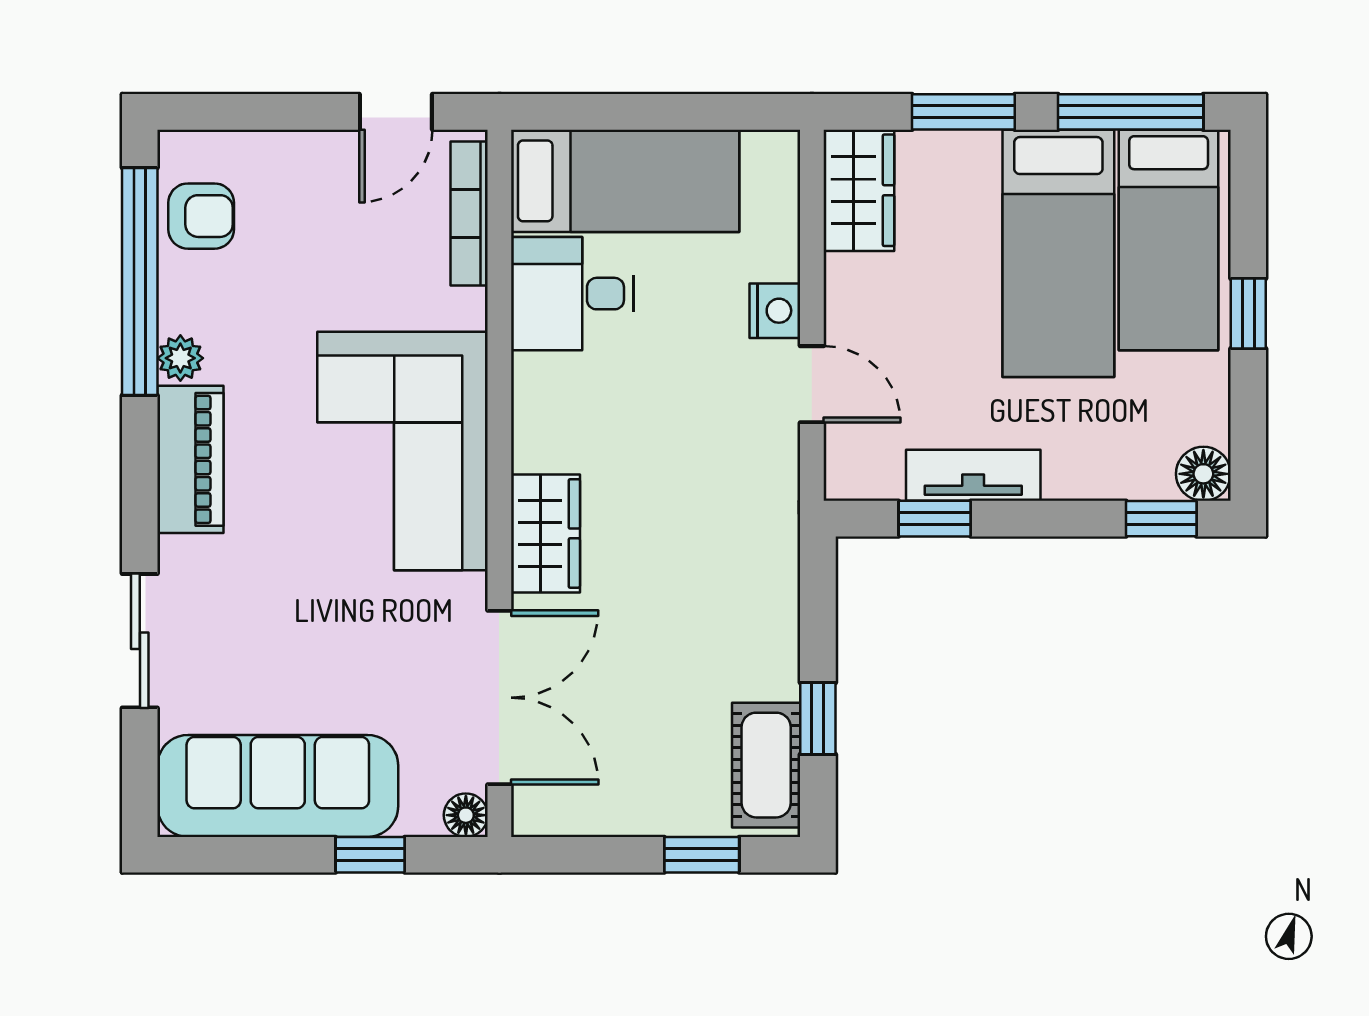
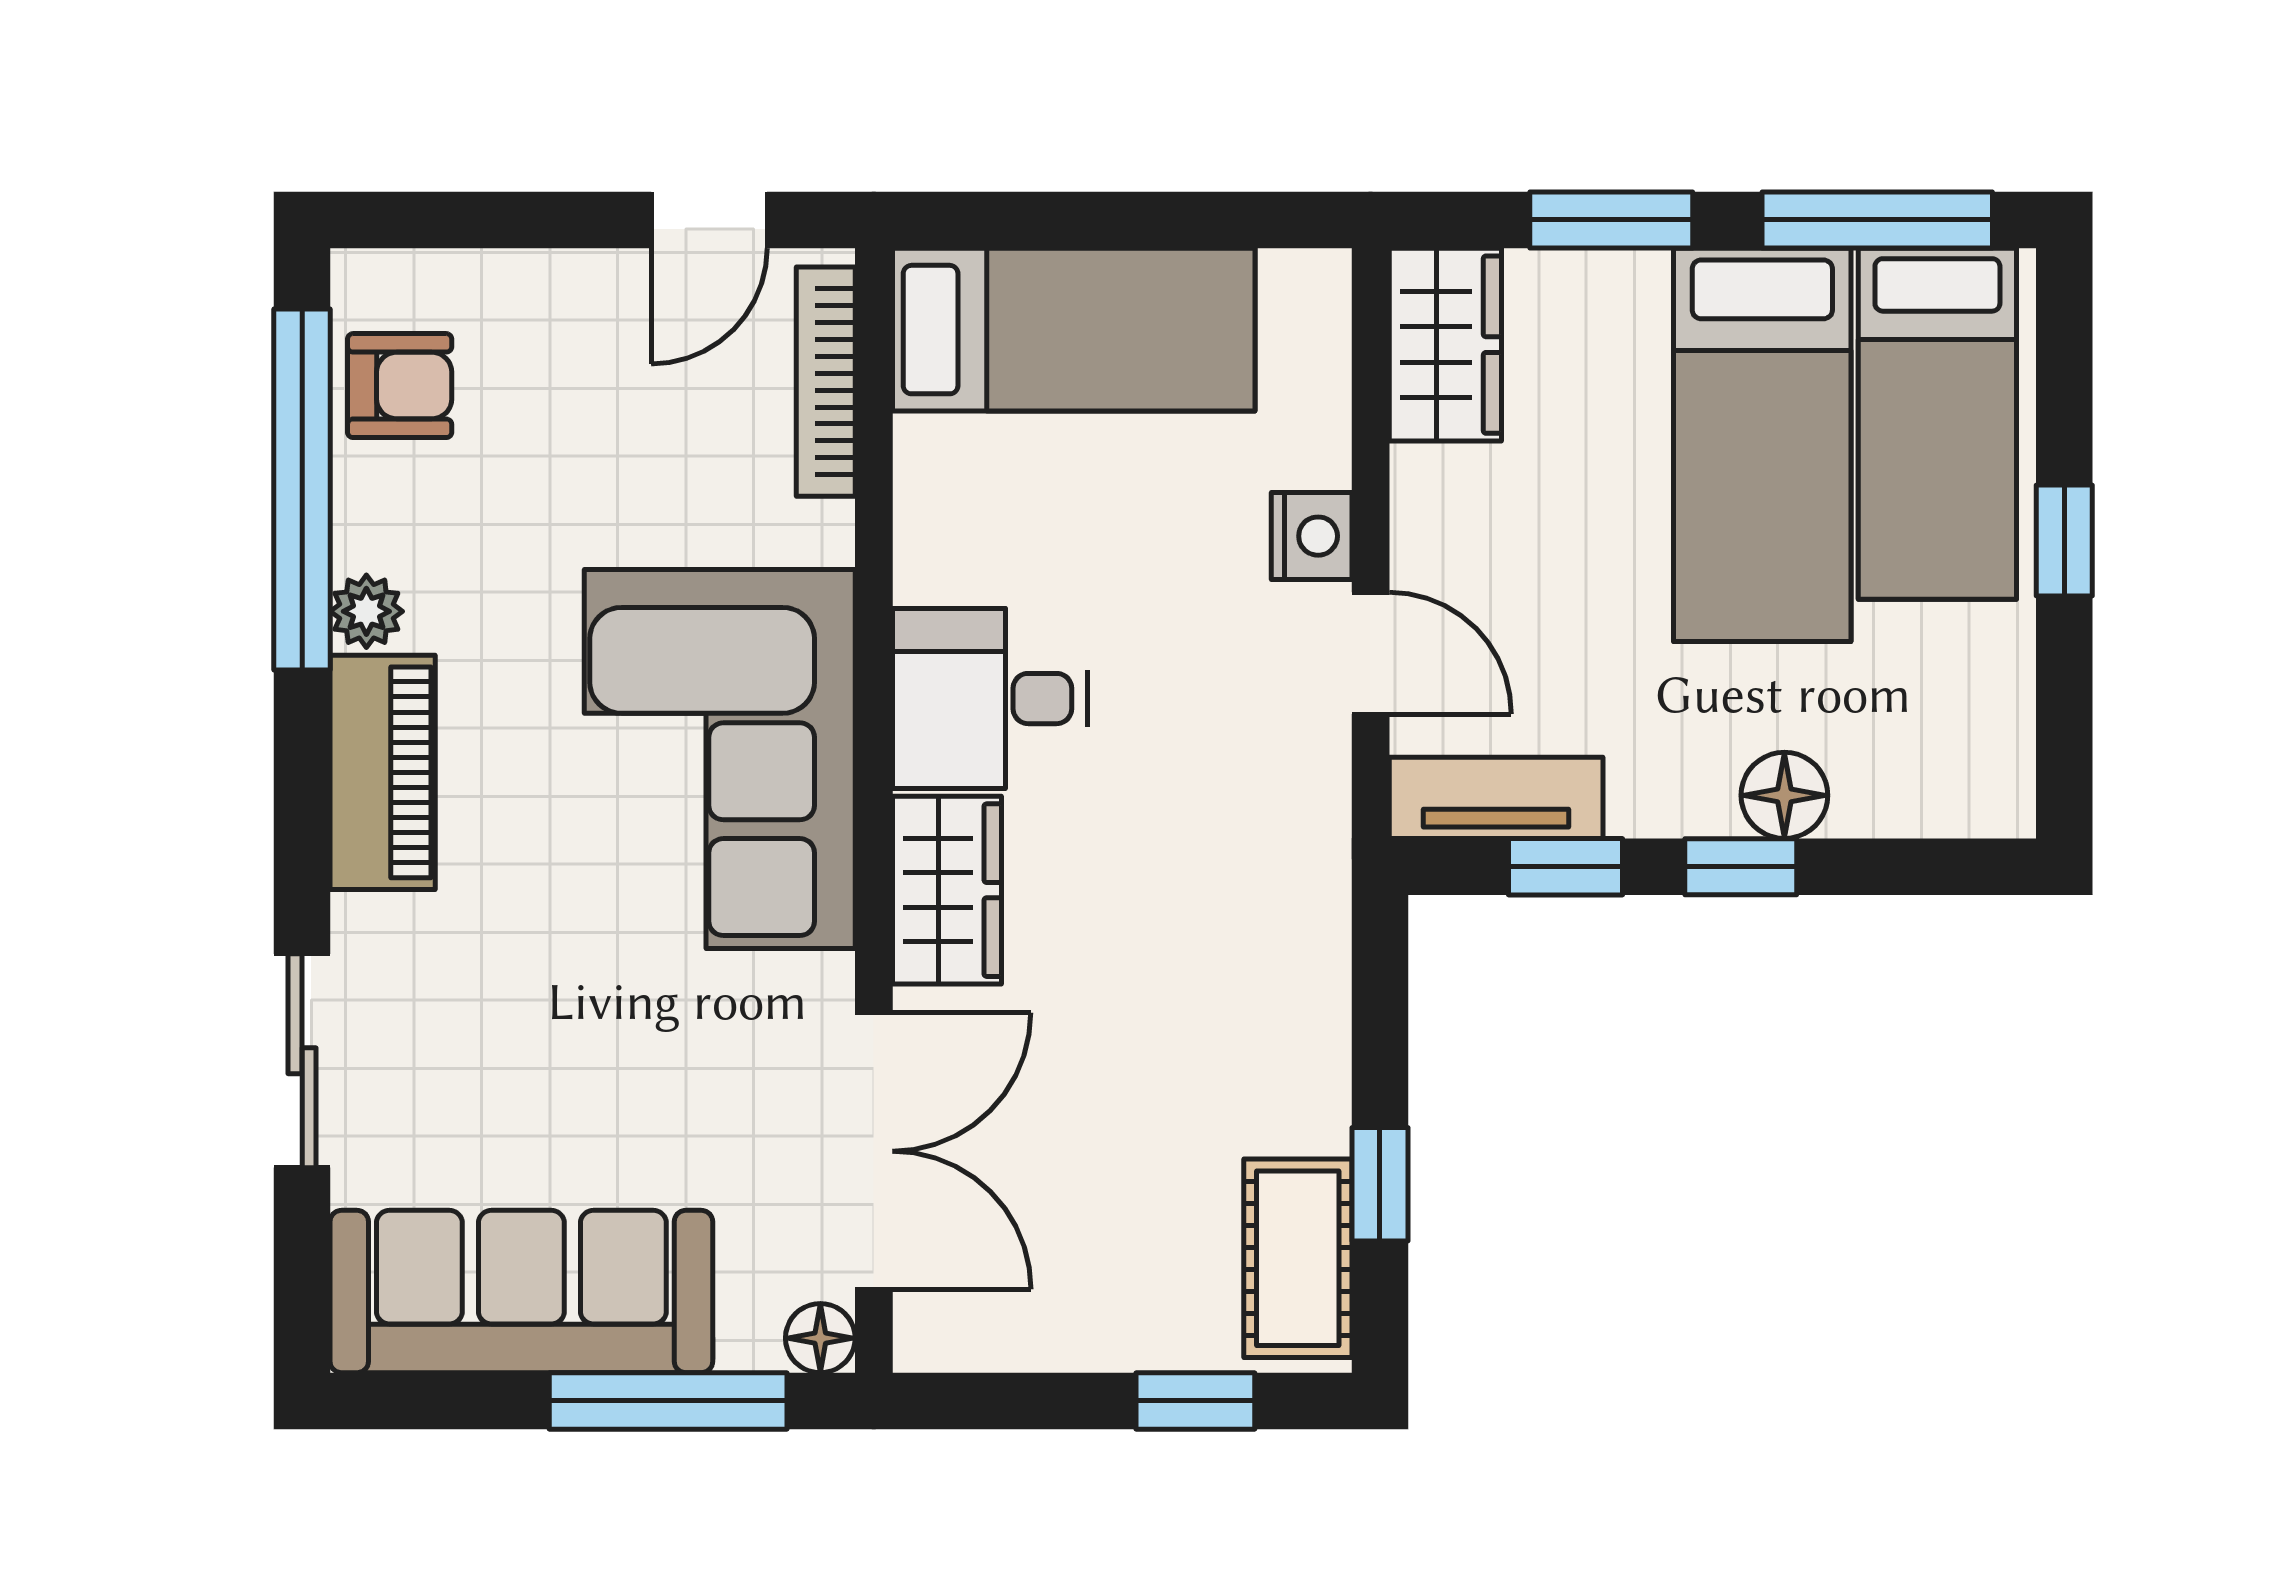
desk: (572, 294) -> (990, 699), moved
floor lamp: (1203, 474) -> (1784, 795), moved
tv unit: (973, 475) -> (1496, 798), moved
window: (1161, 519) -> (1741, 867), moved
window: (370, 855) -> (668, 1401), width x2.17

